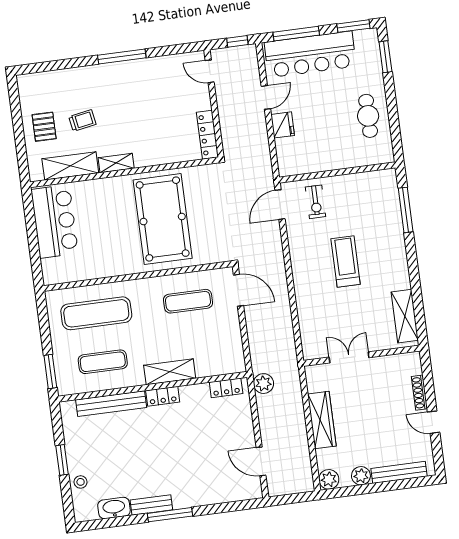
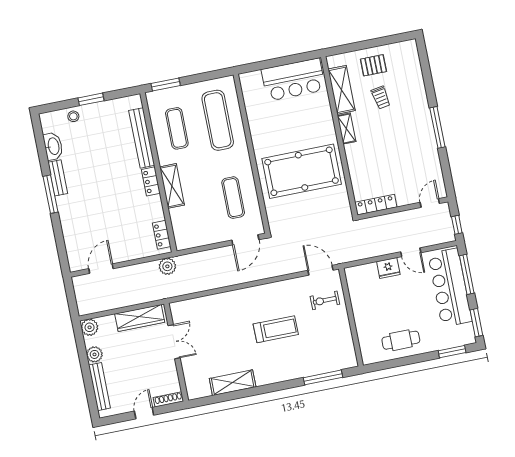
wall: (361, 356) -> (176, 352), moved
double door: (349, 357) -> (174, 342), moved

